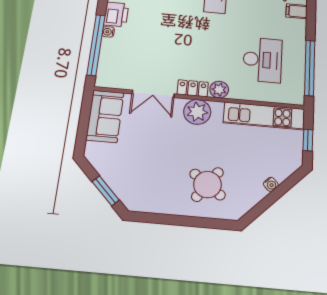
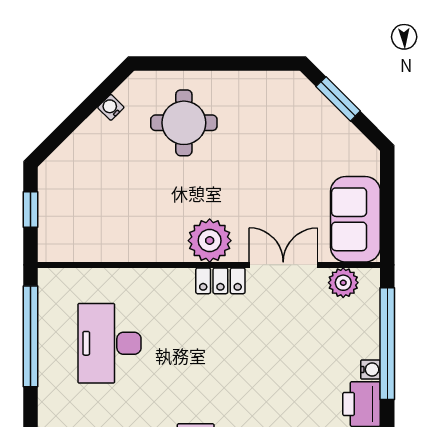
plant: (219, 90) -> (343, 283), moved
kitchen unit: (264, 116) -> (102, 244), removed
round table: (207, 184) -> (184, 123), turned -36
water cooler: (271, 184) -> (111, 107), moved

